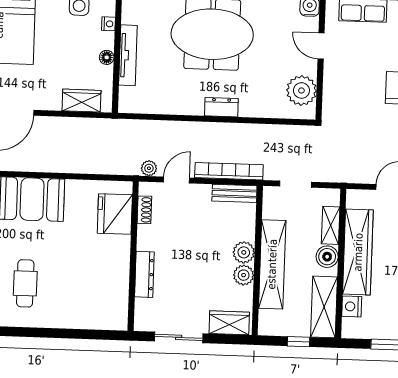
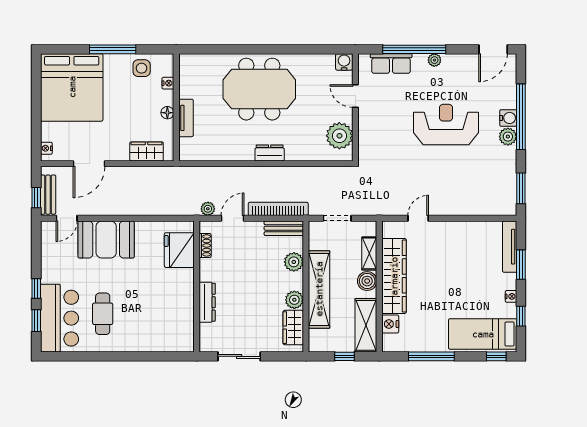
tv unit: (128, 55) -> (186, 118), width x0.71
plant: (244, 252) -> (294, 262), moved
wardrobe: (229, 323) -> (293, 328), moved, turned -90

